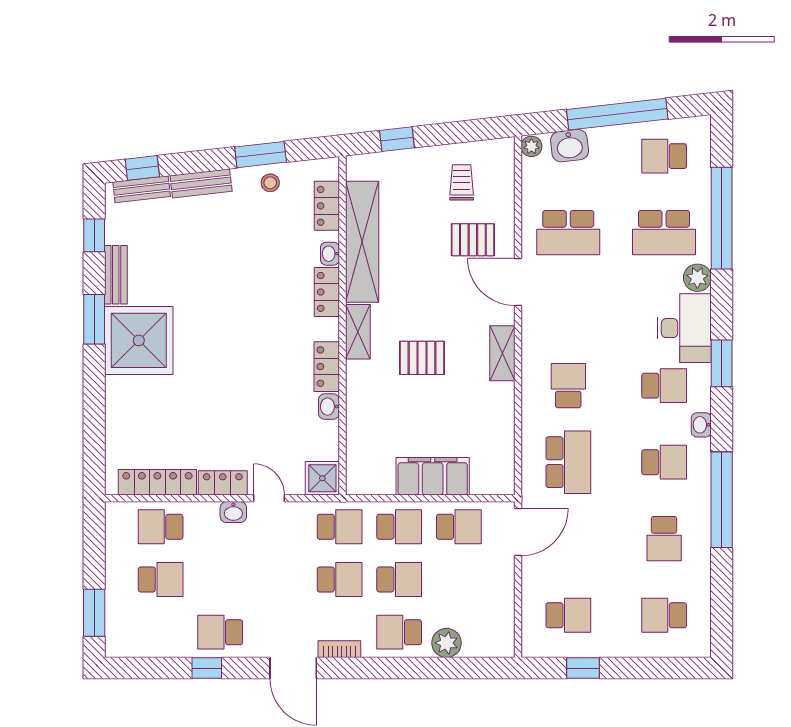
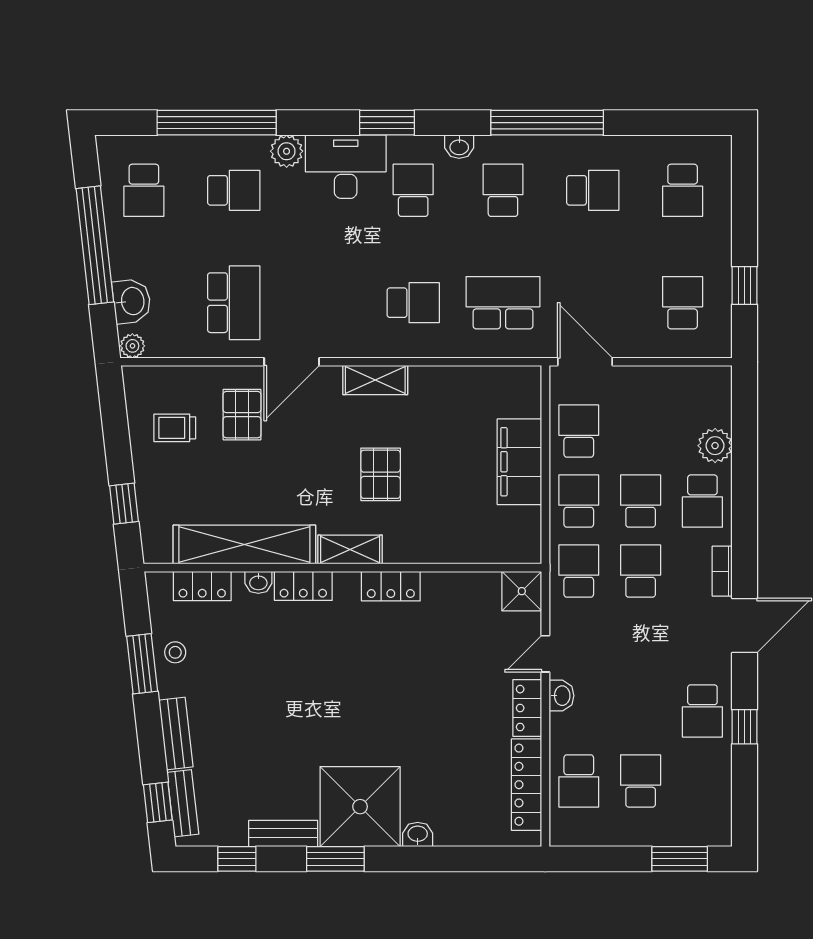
school desk: (664, 233) -> (234, 190), width x0.54
school desk: (568, 386) -> (413, 303), turned 180
washbasin: (329, 407) -> (418, 834), moved, turned 180

